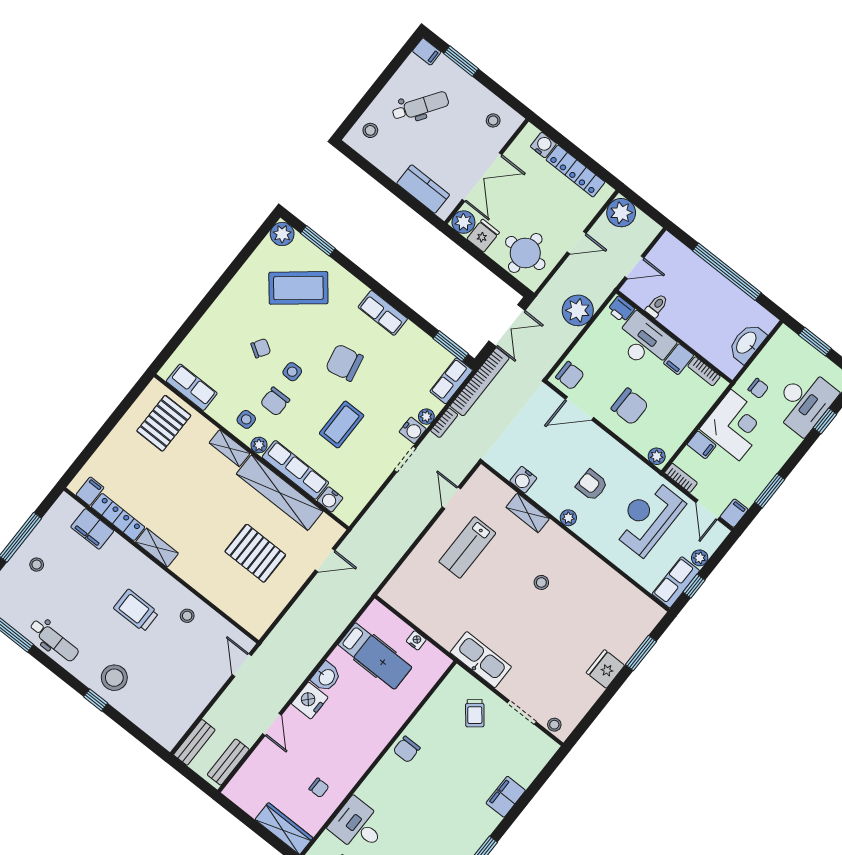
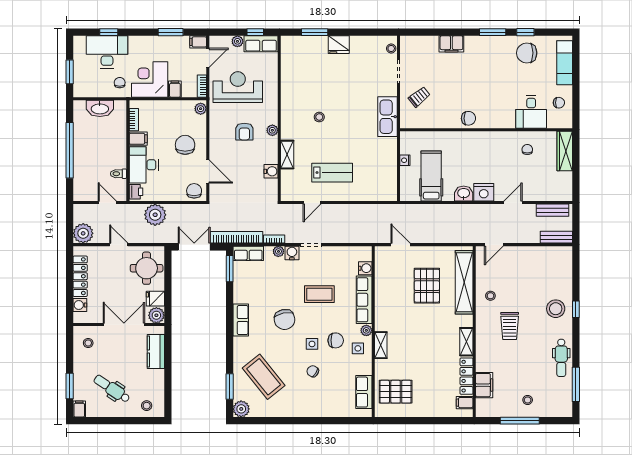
shelving: (280, 493) -> (464, 282), moved
reception desk: (648, 518) -> (238, 87), turned 180
dental chair: (54, 640) -> (561, 358), turned 180

